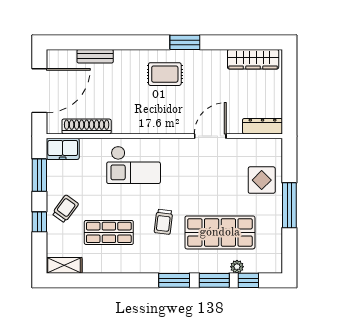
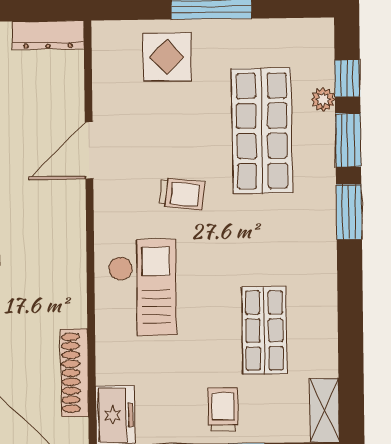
dresser: (263, 126) -> (48, 35), moved, turned -90
door: (210, 136) -> (89, 150), hinge flipped
trolley: (65, 209) -> (223, 409), turned 54
trolley: (163, 222) -> (182, 194), moved

